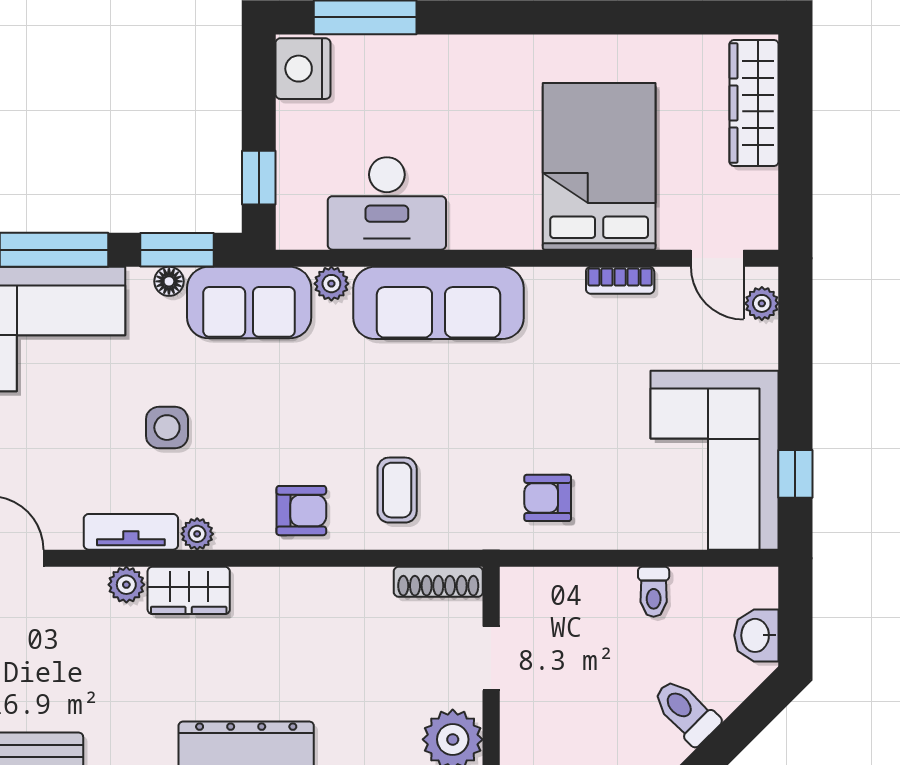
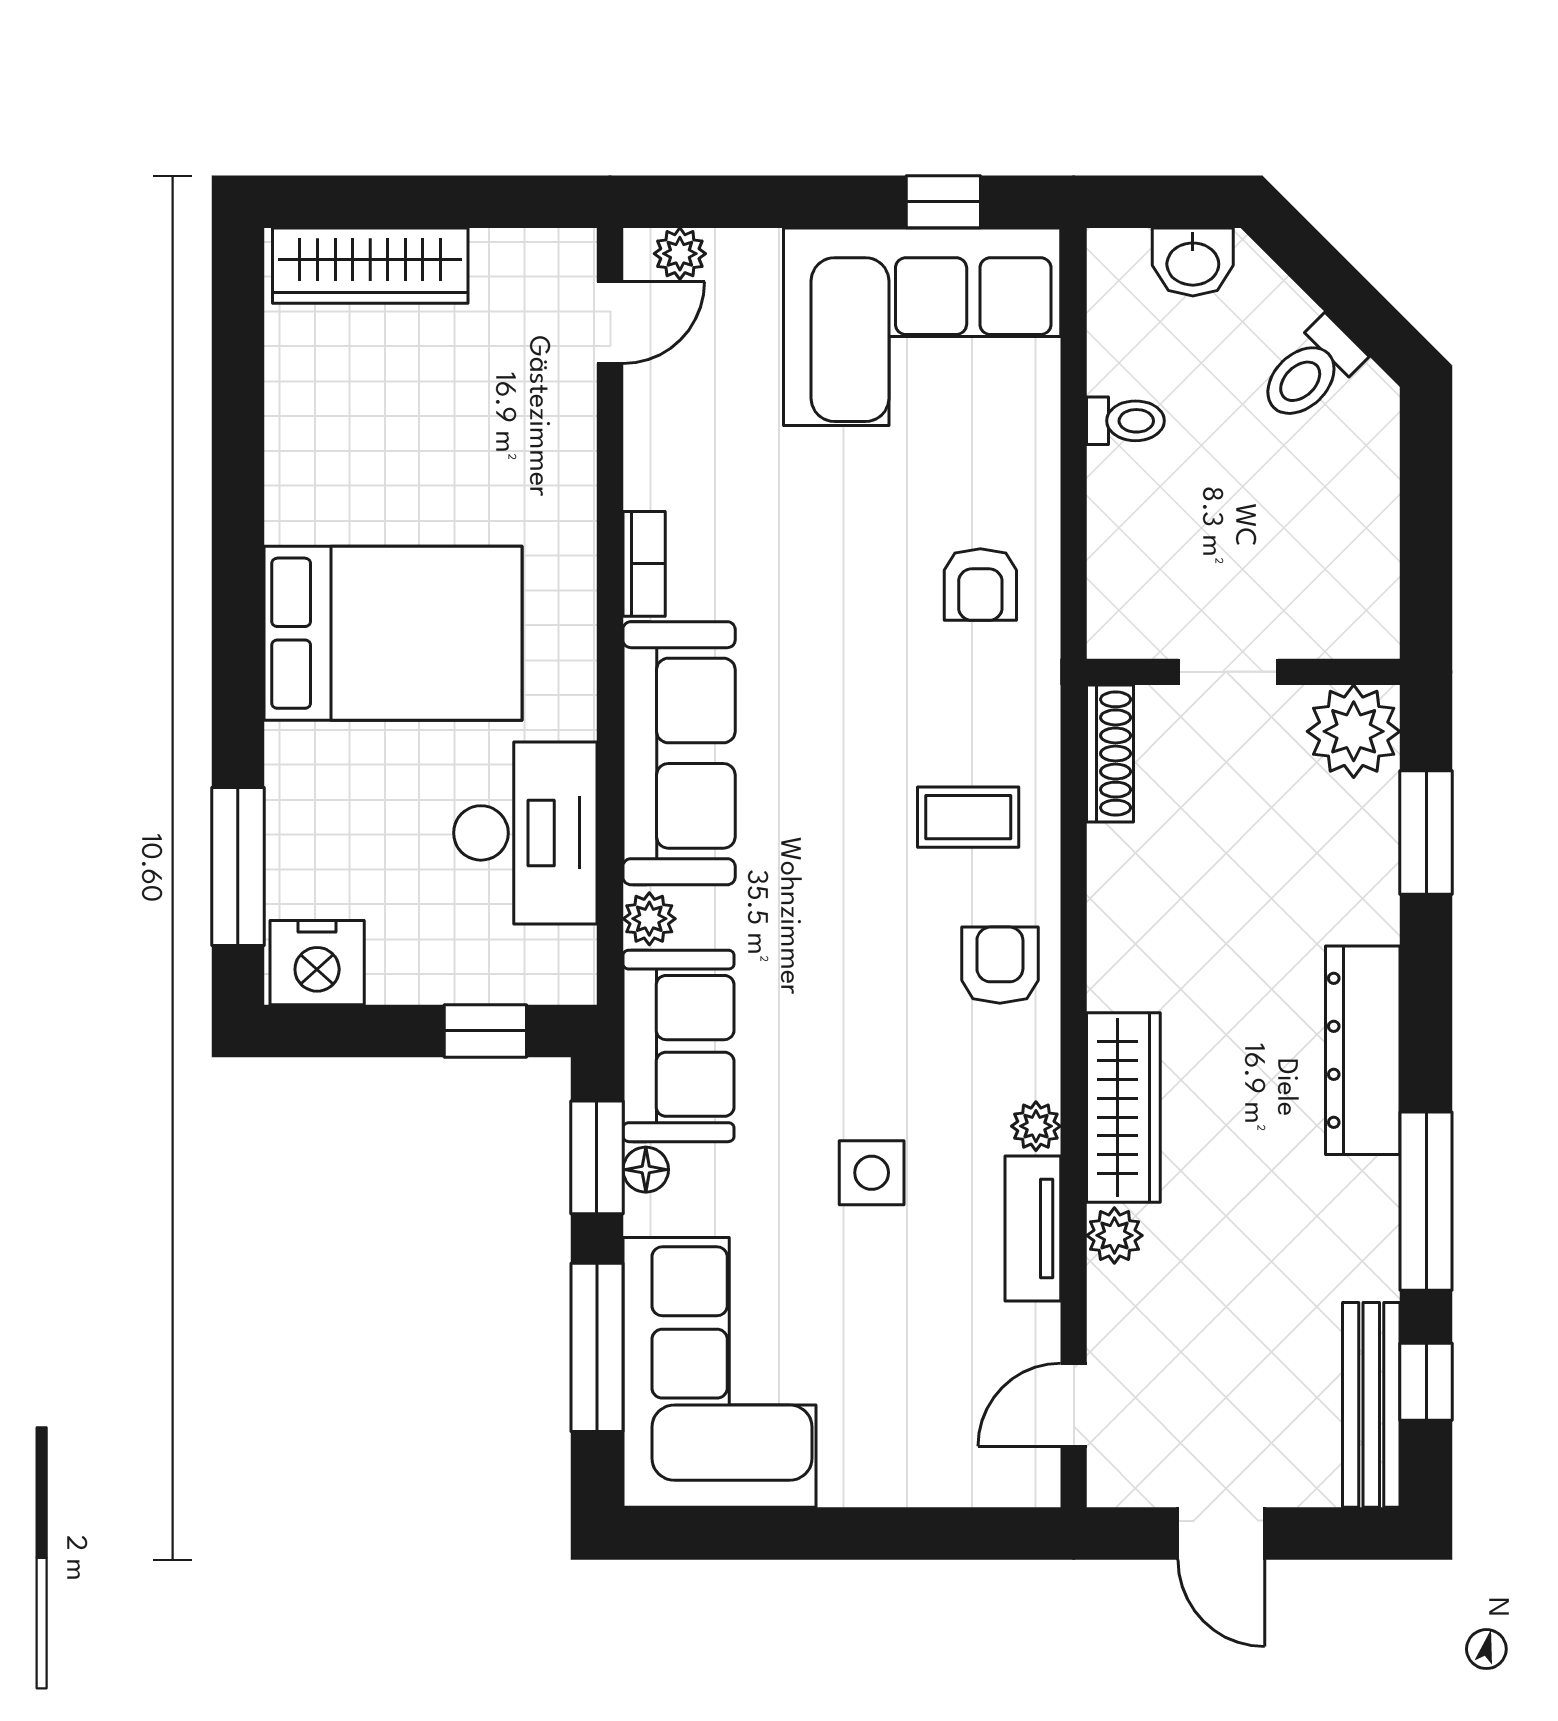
bed: (599, 166) -> (393, 633), moved, turned 180
bookcase: (620, 280) -> (644, 564), moved
wardrobe: (189, 590) -> (1123, 1108), width x1.50

